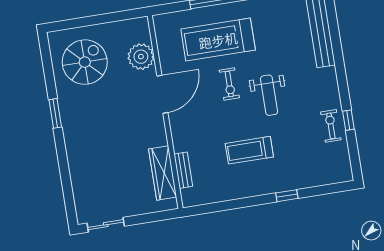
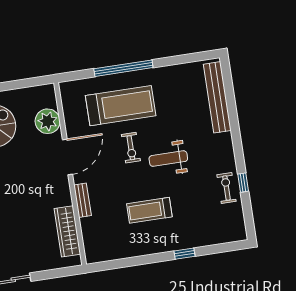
treadmill: (218, 40) -> (121, 106), turned 180
weight bench: (269, 95) -> (168, 159), turned 90
bench: (183, 170) -> (83, 200), moved

